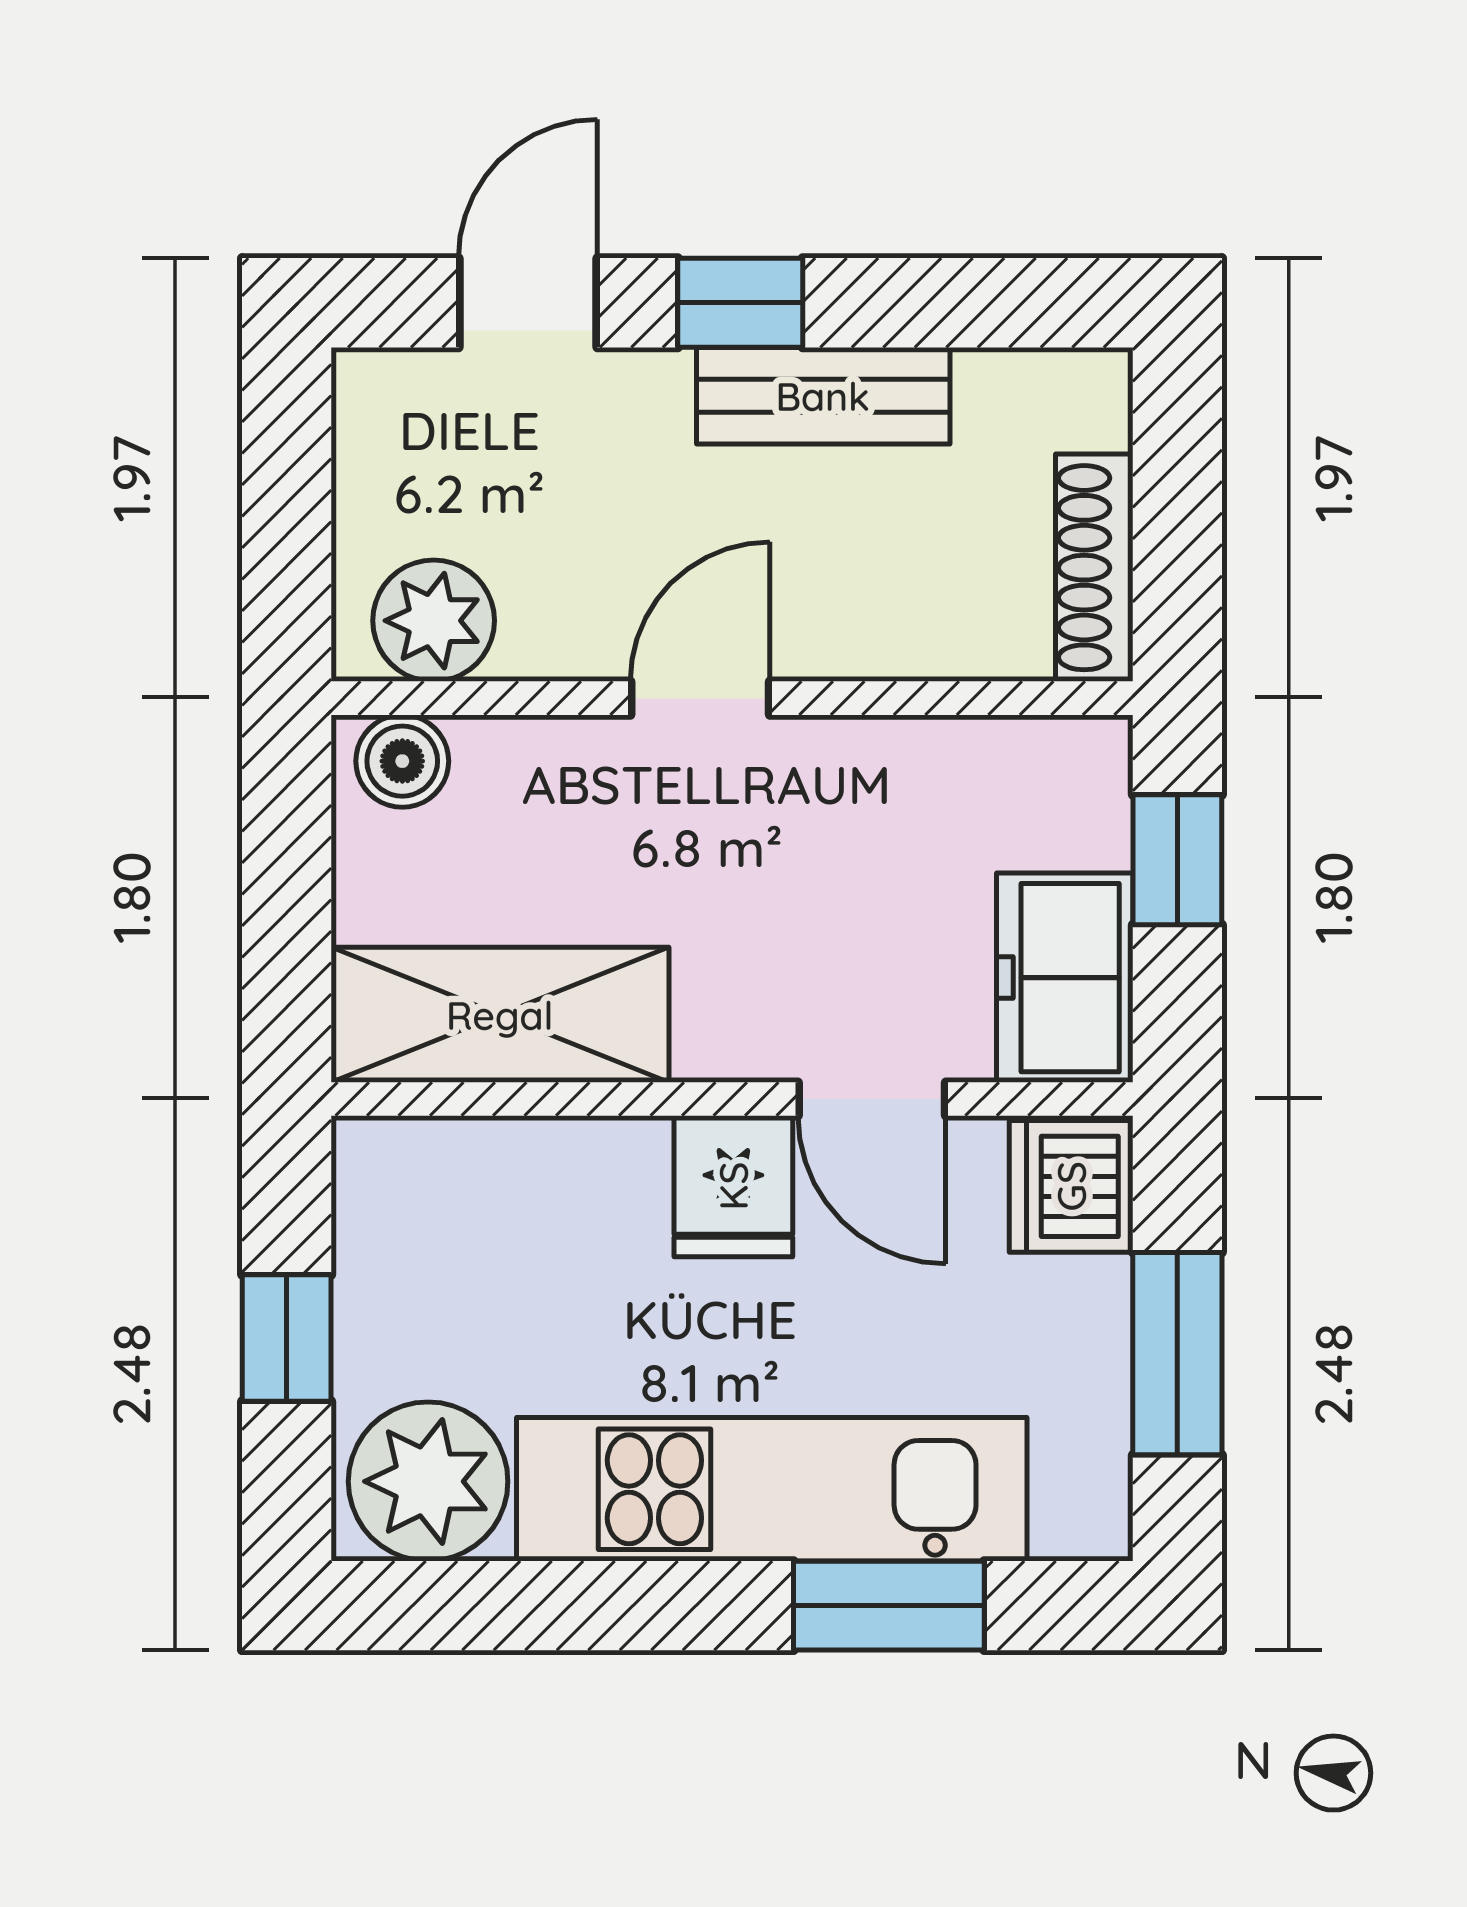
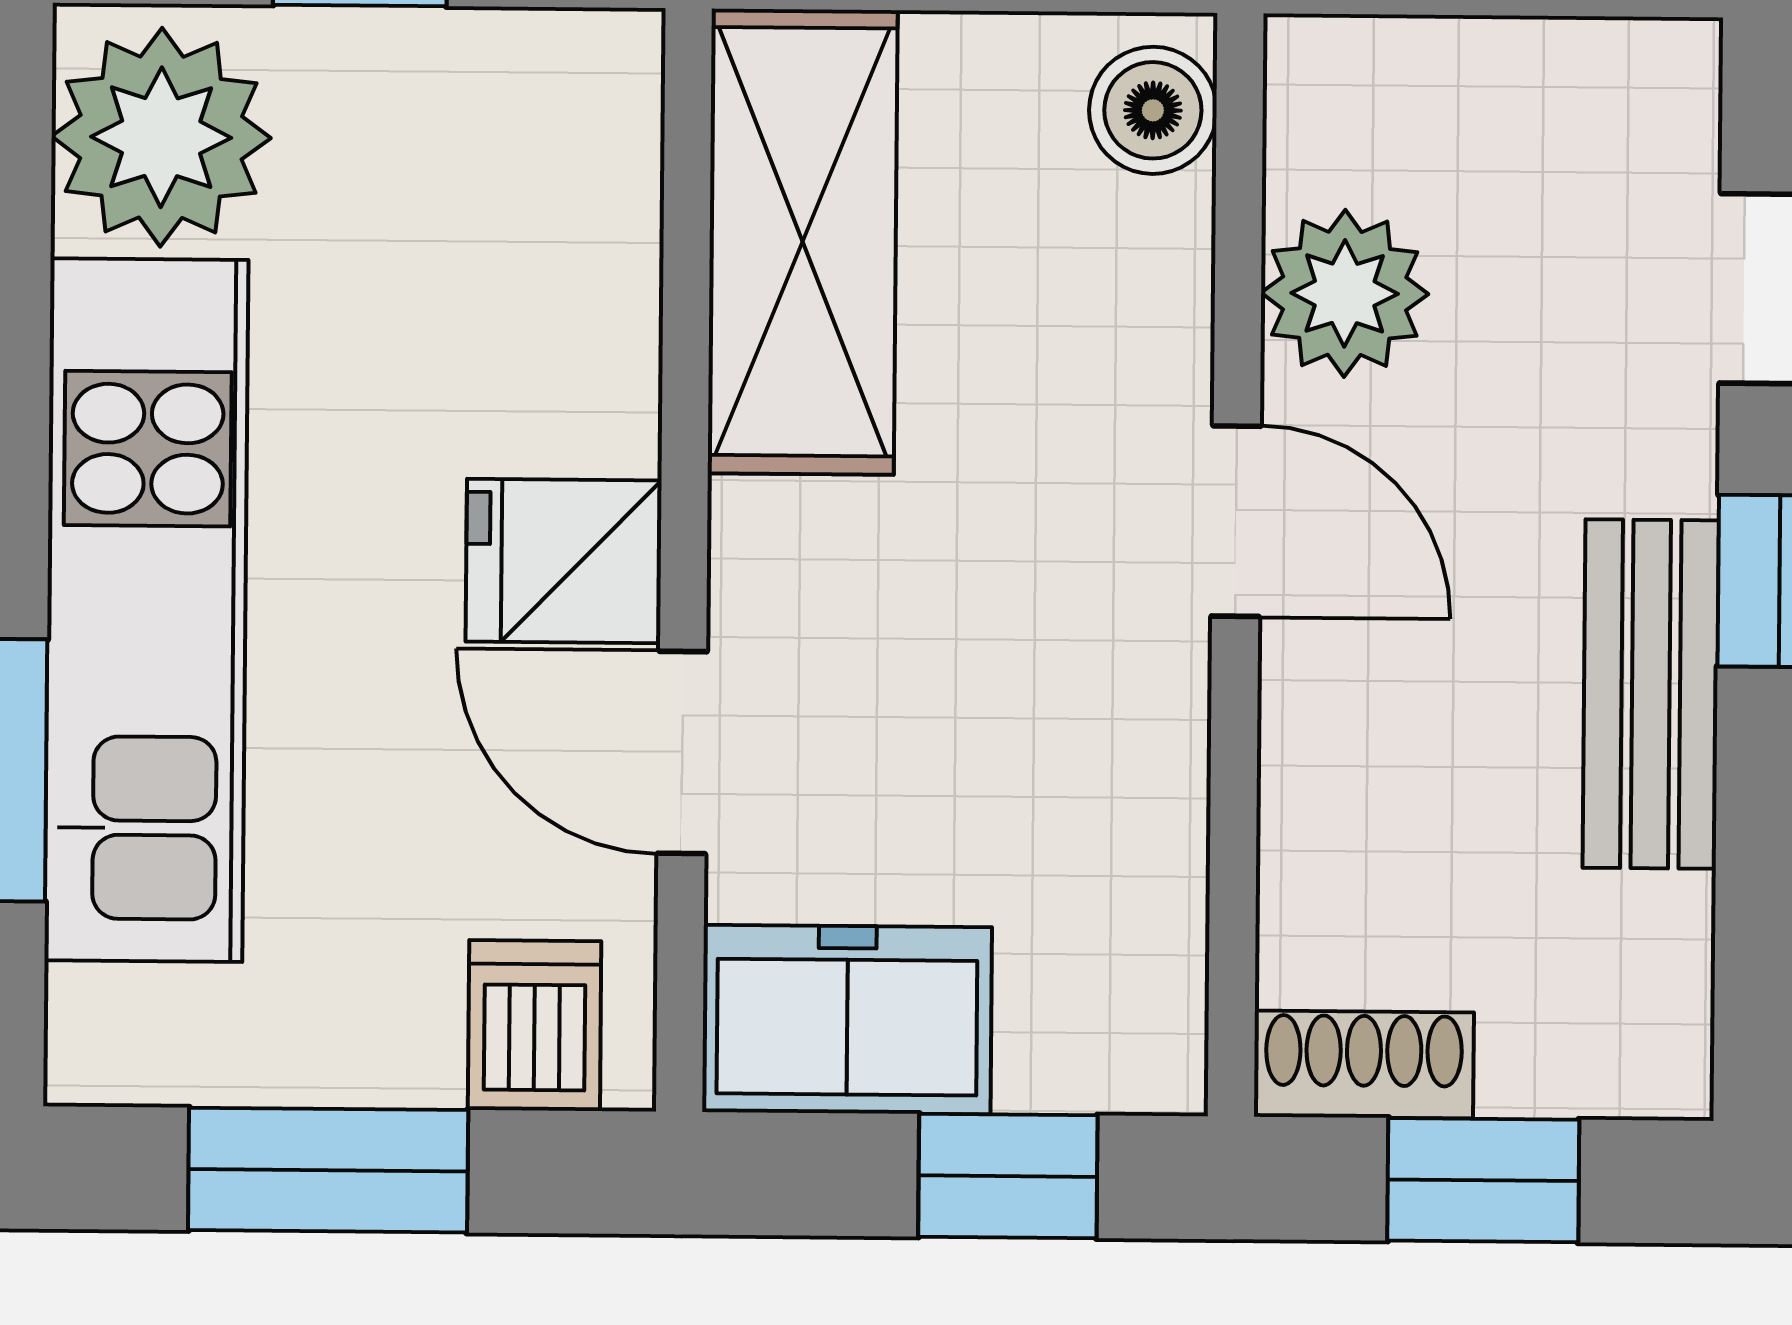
window: (1177, 514) -> (1483, 1180), added
shoe rack: (1094, 568) -> (1364, 1065), width x0.70
plant: (434, 621) -> (1345, 293), moved
door: (872, 1099) -> (682, 753), hinge flipped
dishwasher: (1071, 1186) -> (535, 1026), width x0.73

